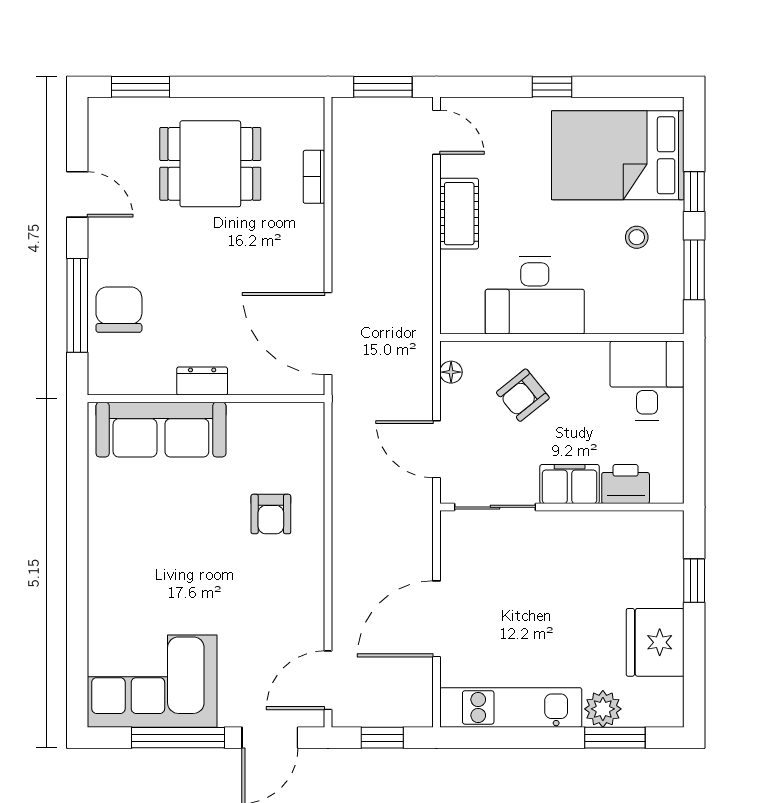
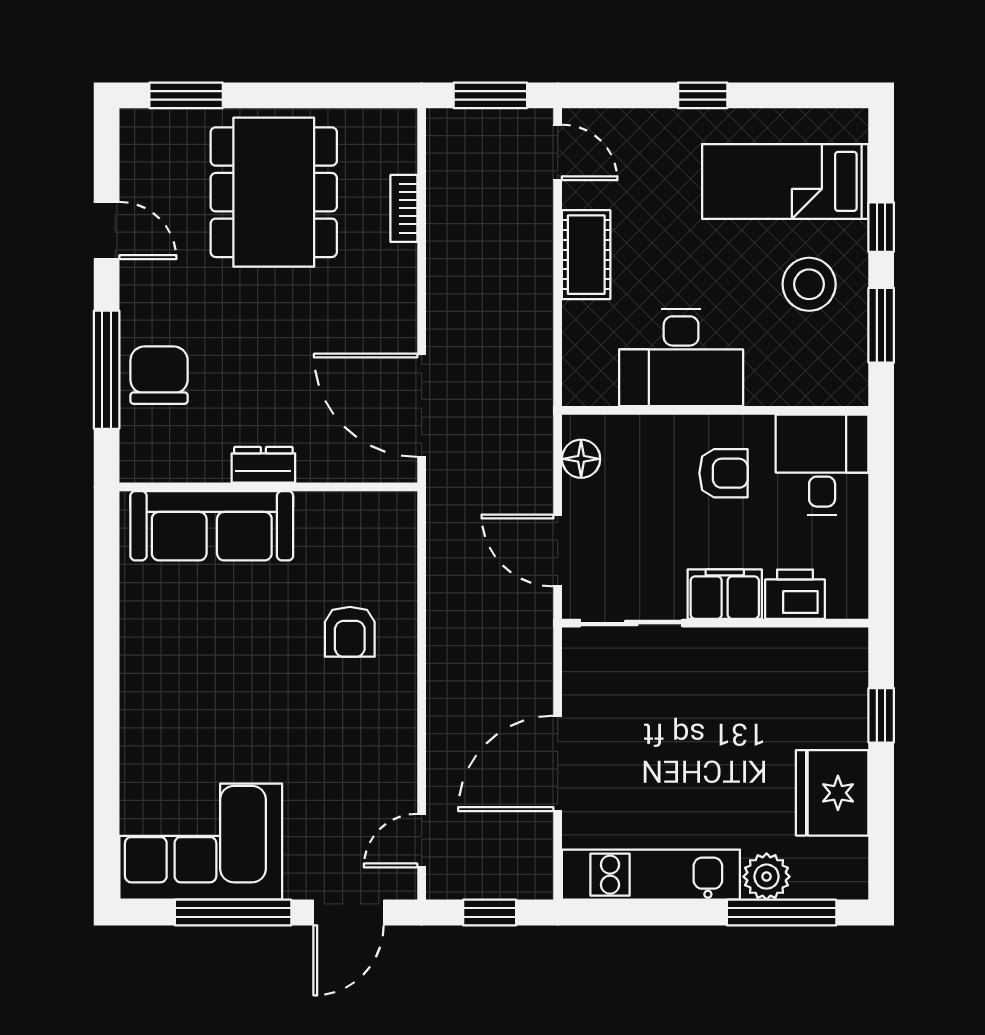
bed: (618, 155) -> (785, 181), width x0.67
dining table: (210, 164) -> (274, 192), width x1.37
stool: (637, 237) -> (809, 284), width x1.89, depth x1.89
floor lamp: (451, 372) -> (581, 459), width x1.37, depth x1.37
armchair: (523, 395) -> (723, 473), moved, turned -141
door: (328, 680) -> (422, 841), width x0.73
window: (615, 738) -> (782, 912), width x1.44

